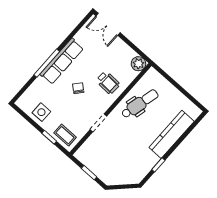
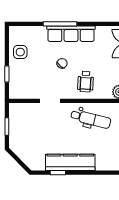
kitchen counter: (172, 134) -> (70, 162), moved
coffee table: (65, 135) -> (19, 84), removed

